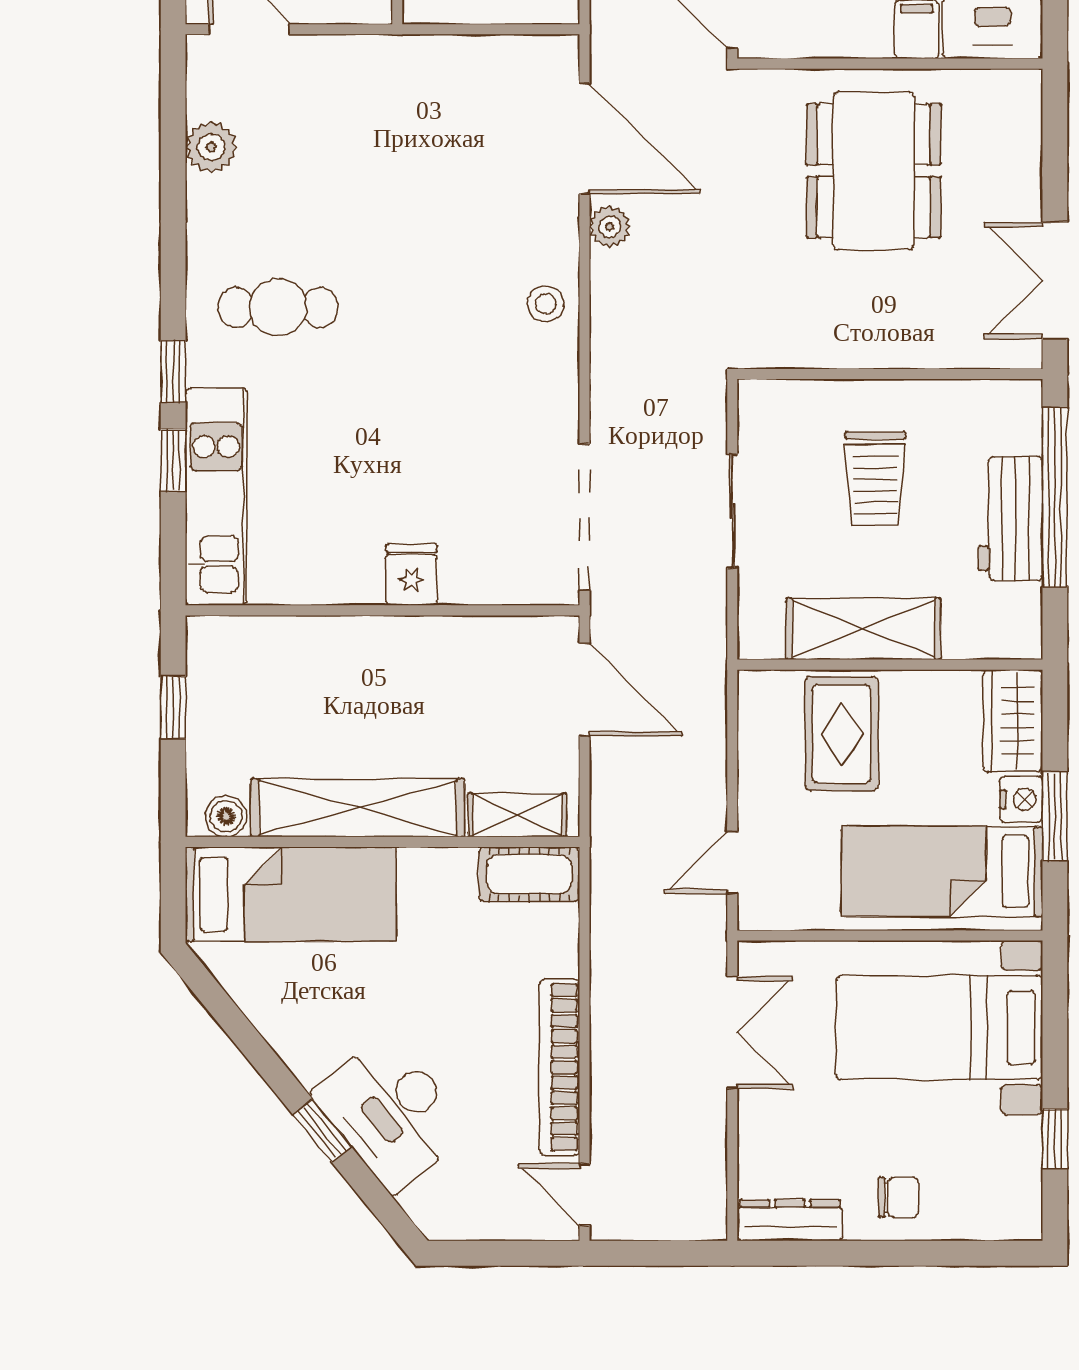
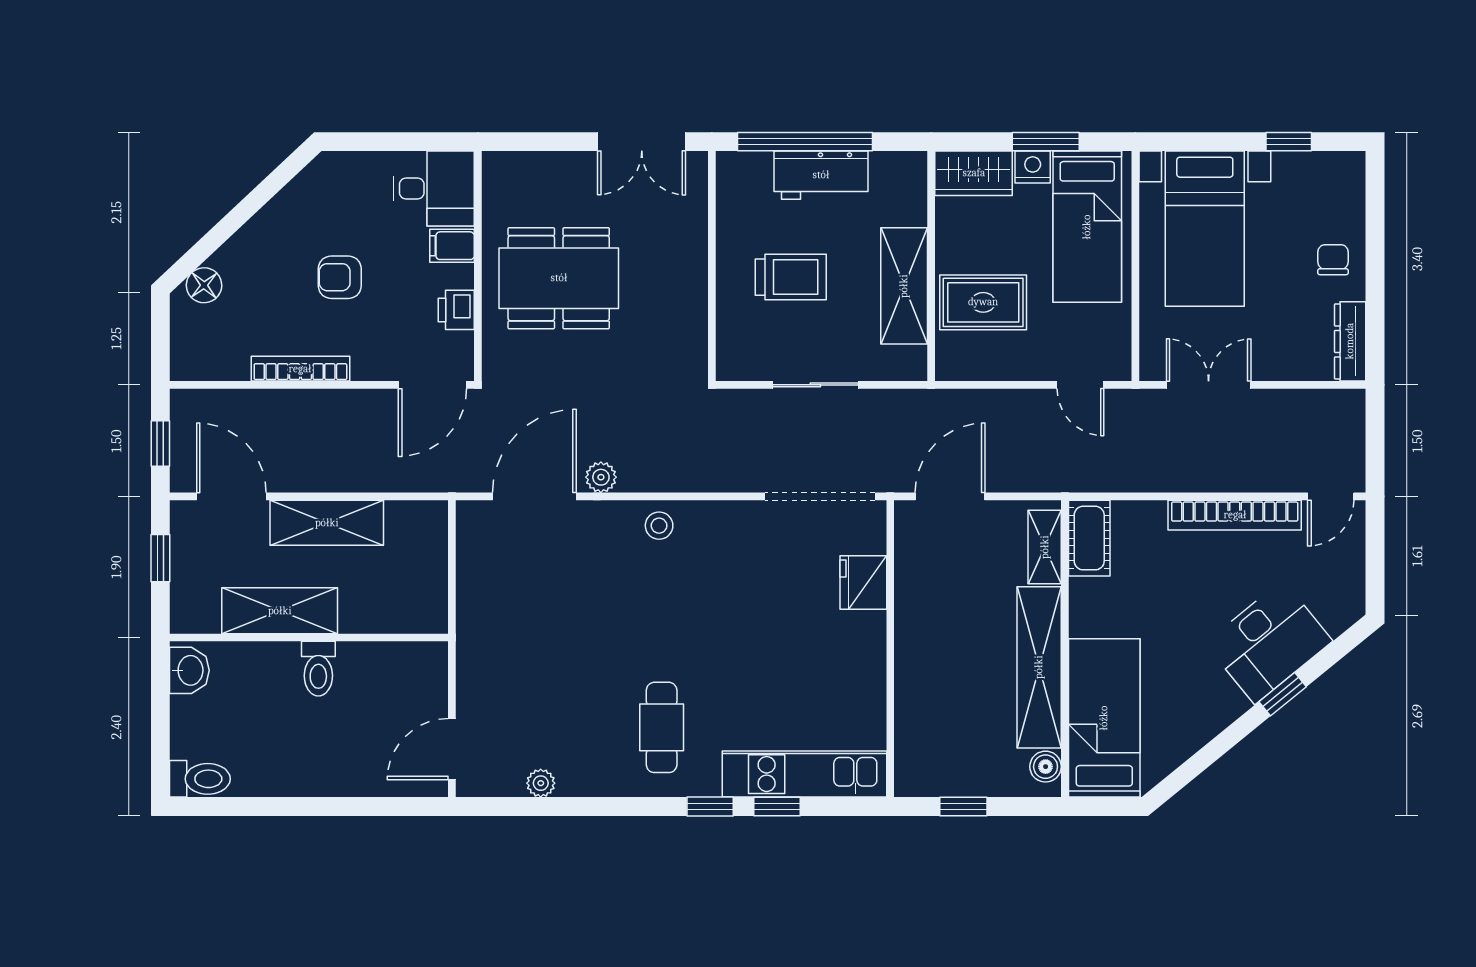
printer: (832, 35) -> (456, 310), added
plant: (211, 147) -> (541, 783), width x0.73, depth x0.73
fridge: (411, 575) -> (863, 582), moved, width x1.38

